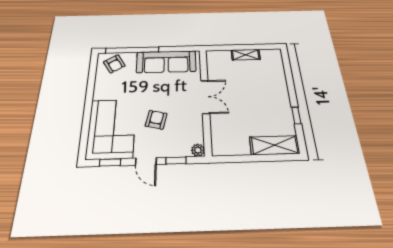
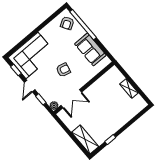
sofa: (166, 62) -> (90, 49), width x0.73
double door: (205, 97) -> (71, 99), moved
armchair: (156, 120) -> (63, 70), moved

